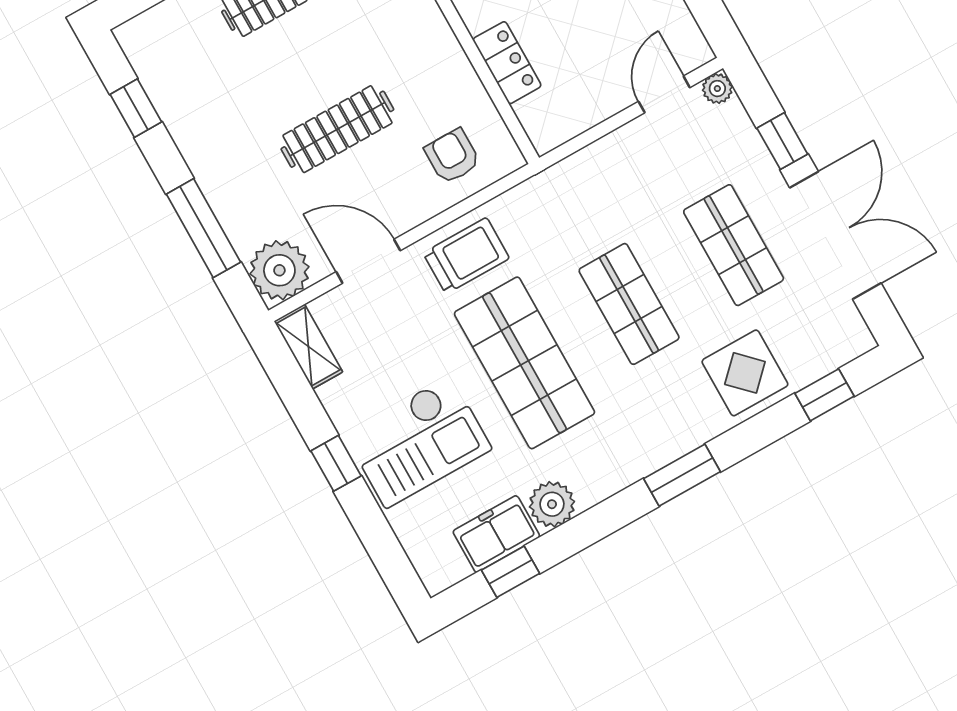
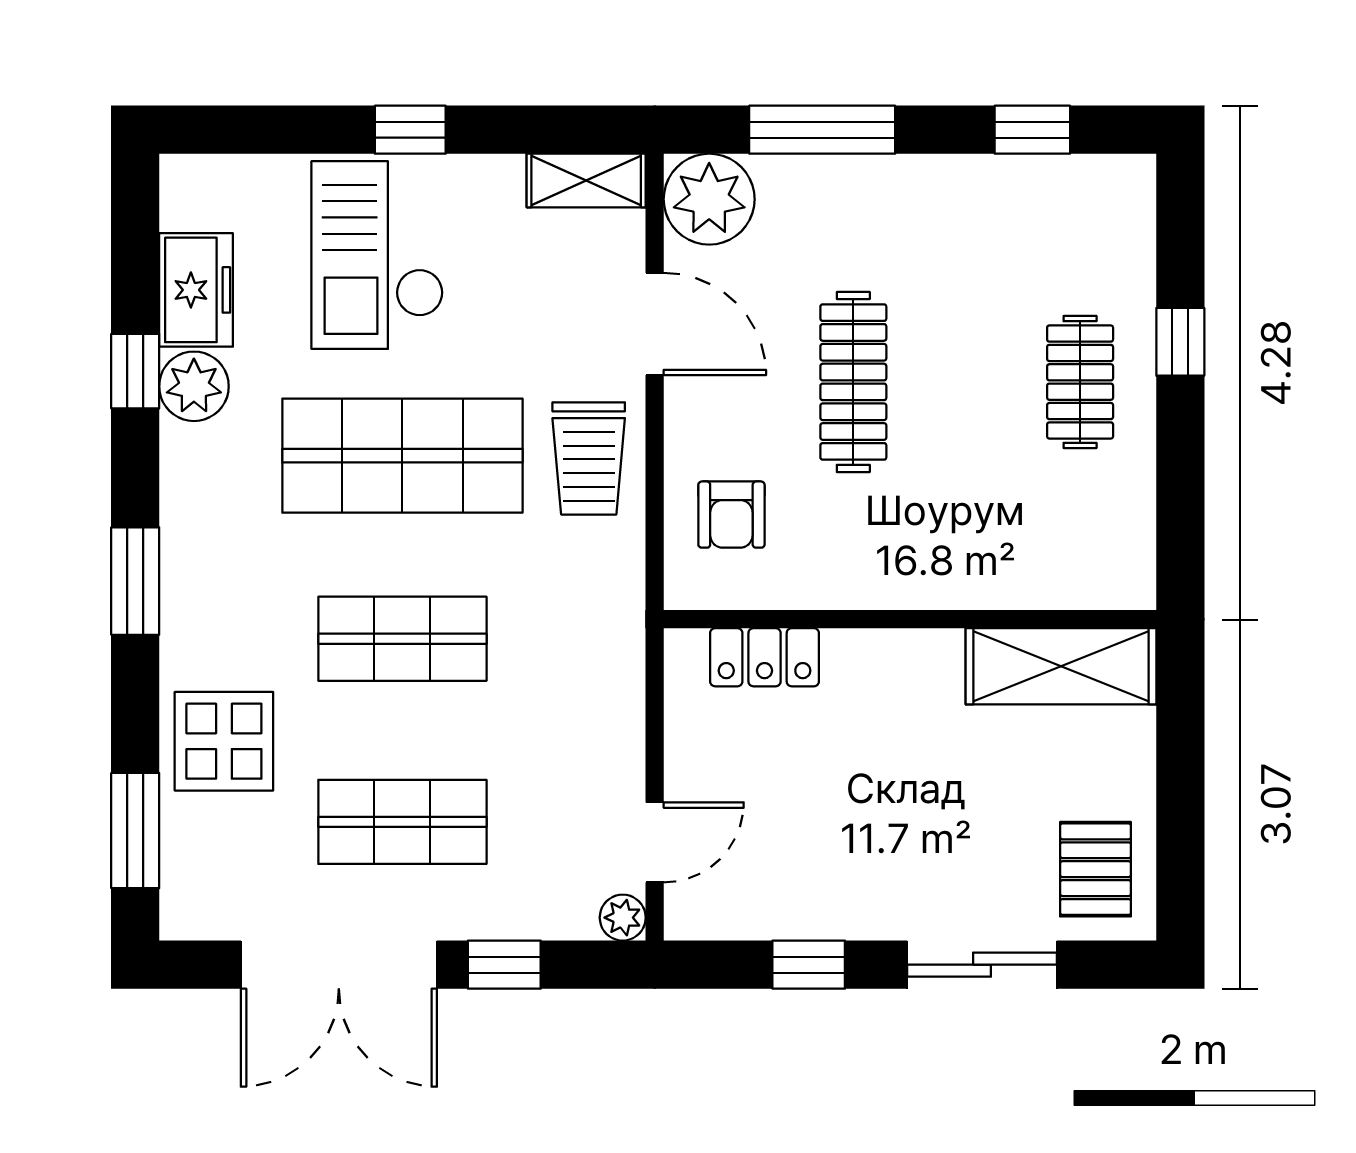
locker: (507, 63) -> (765, 657), moved
door: (664, 94) -> (655, 842), hinge flipped
armchair: (452, 156) -> (731, 515), turned 90
door: (368, 261) -> (655, 324), hinge flipped
window: (824, 395) -> (135, 831), width x1.50
window: (511, 572) -> (135, 371), moved

